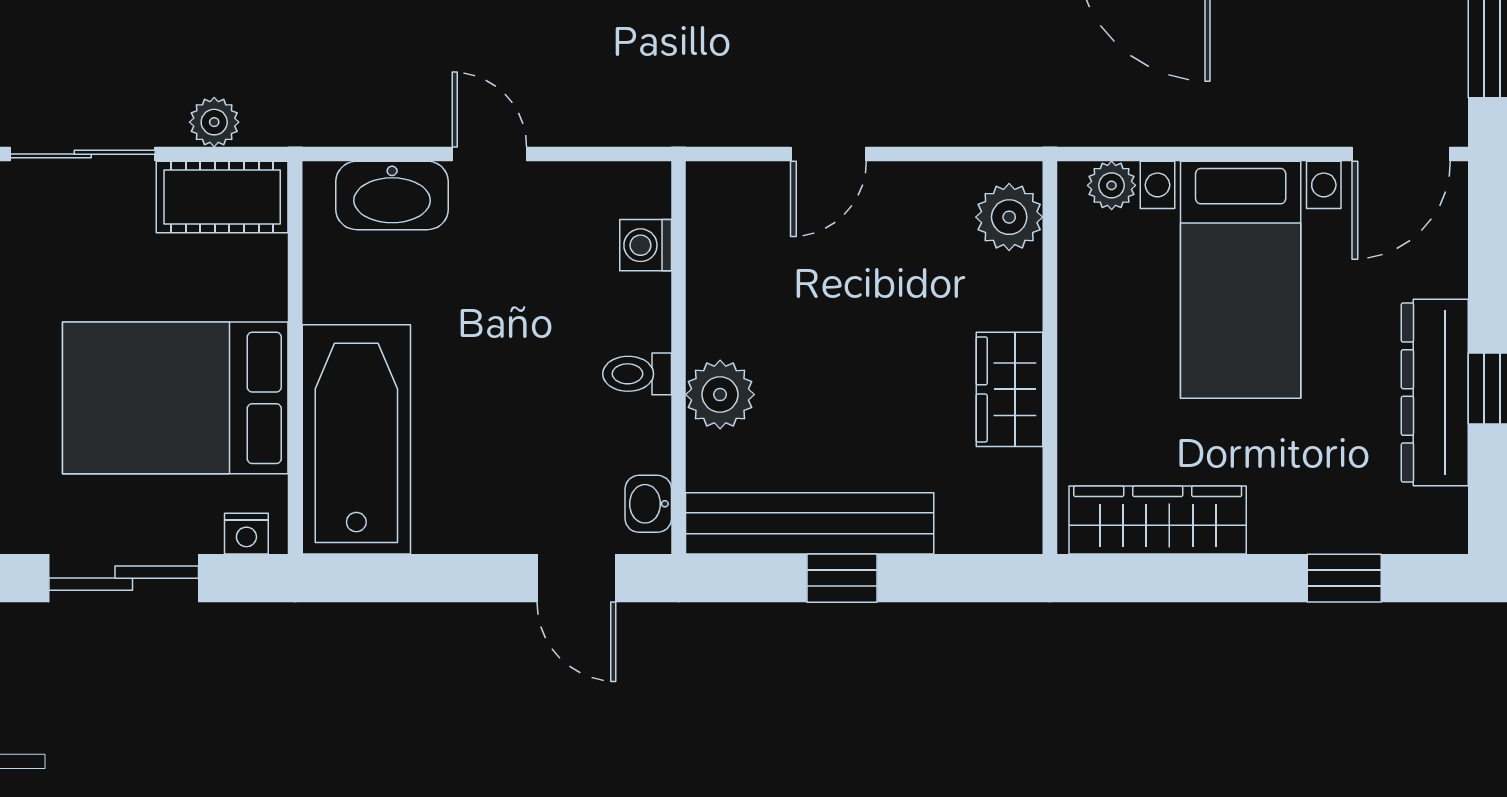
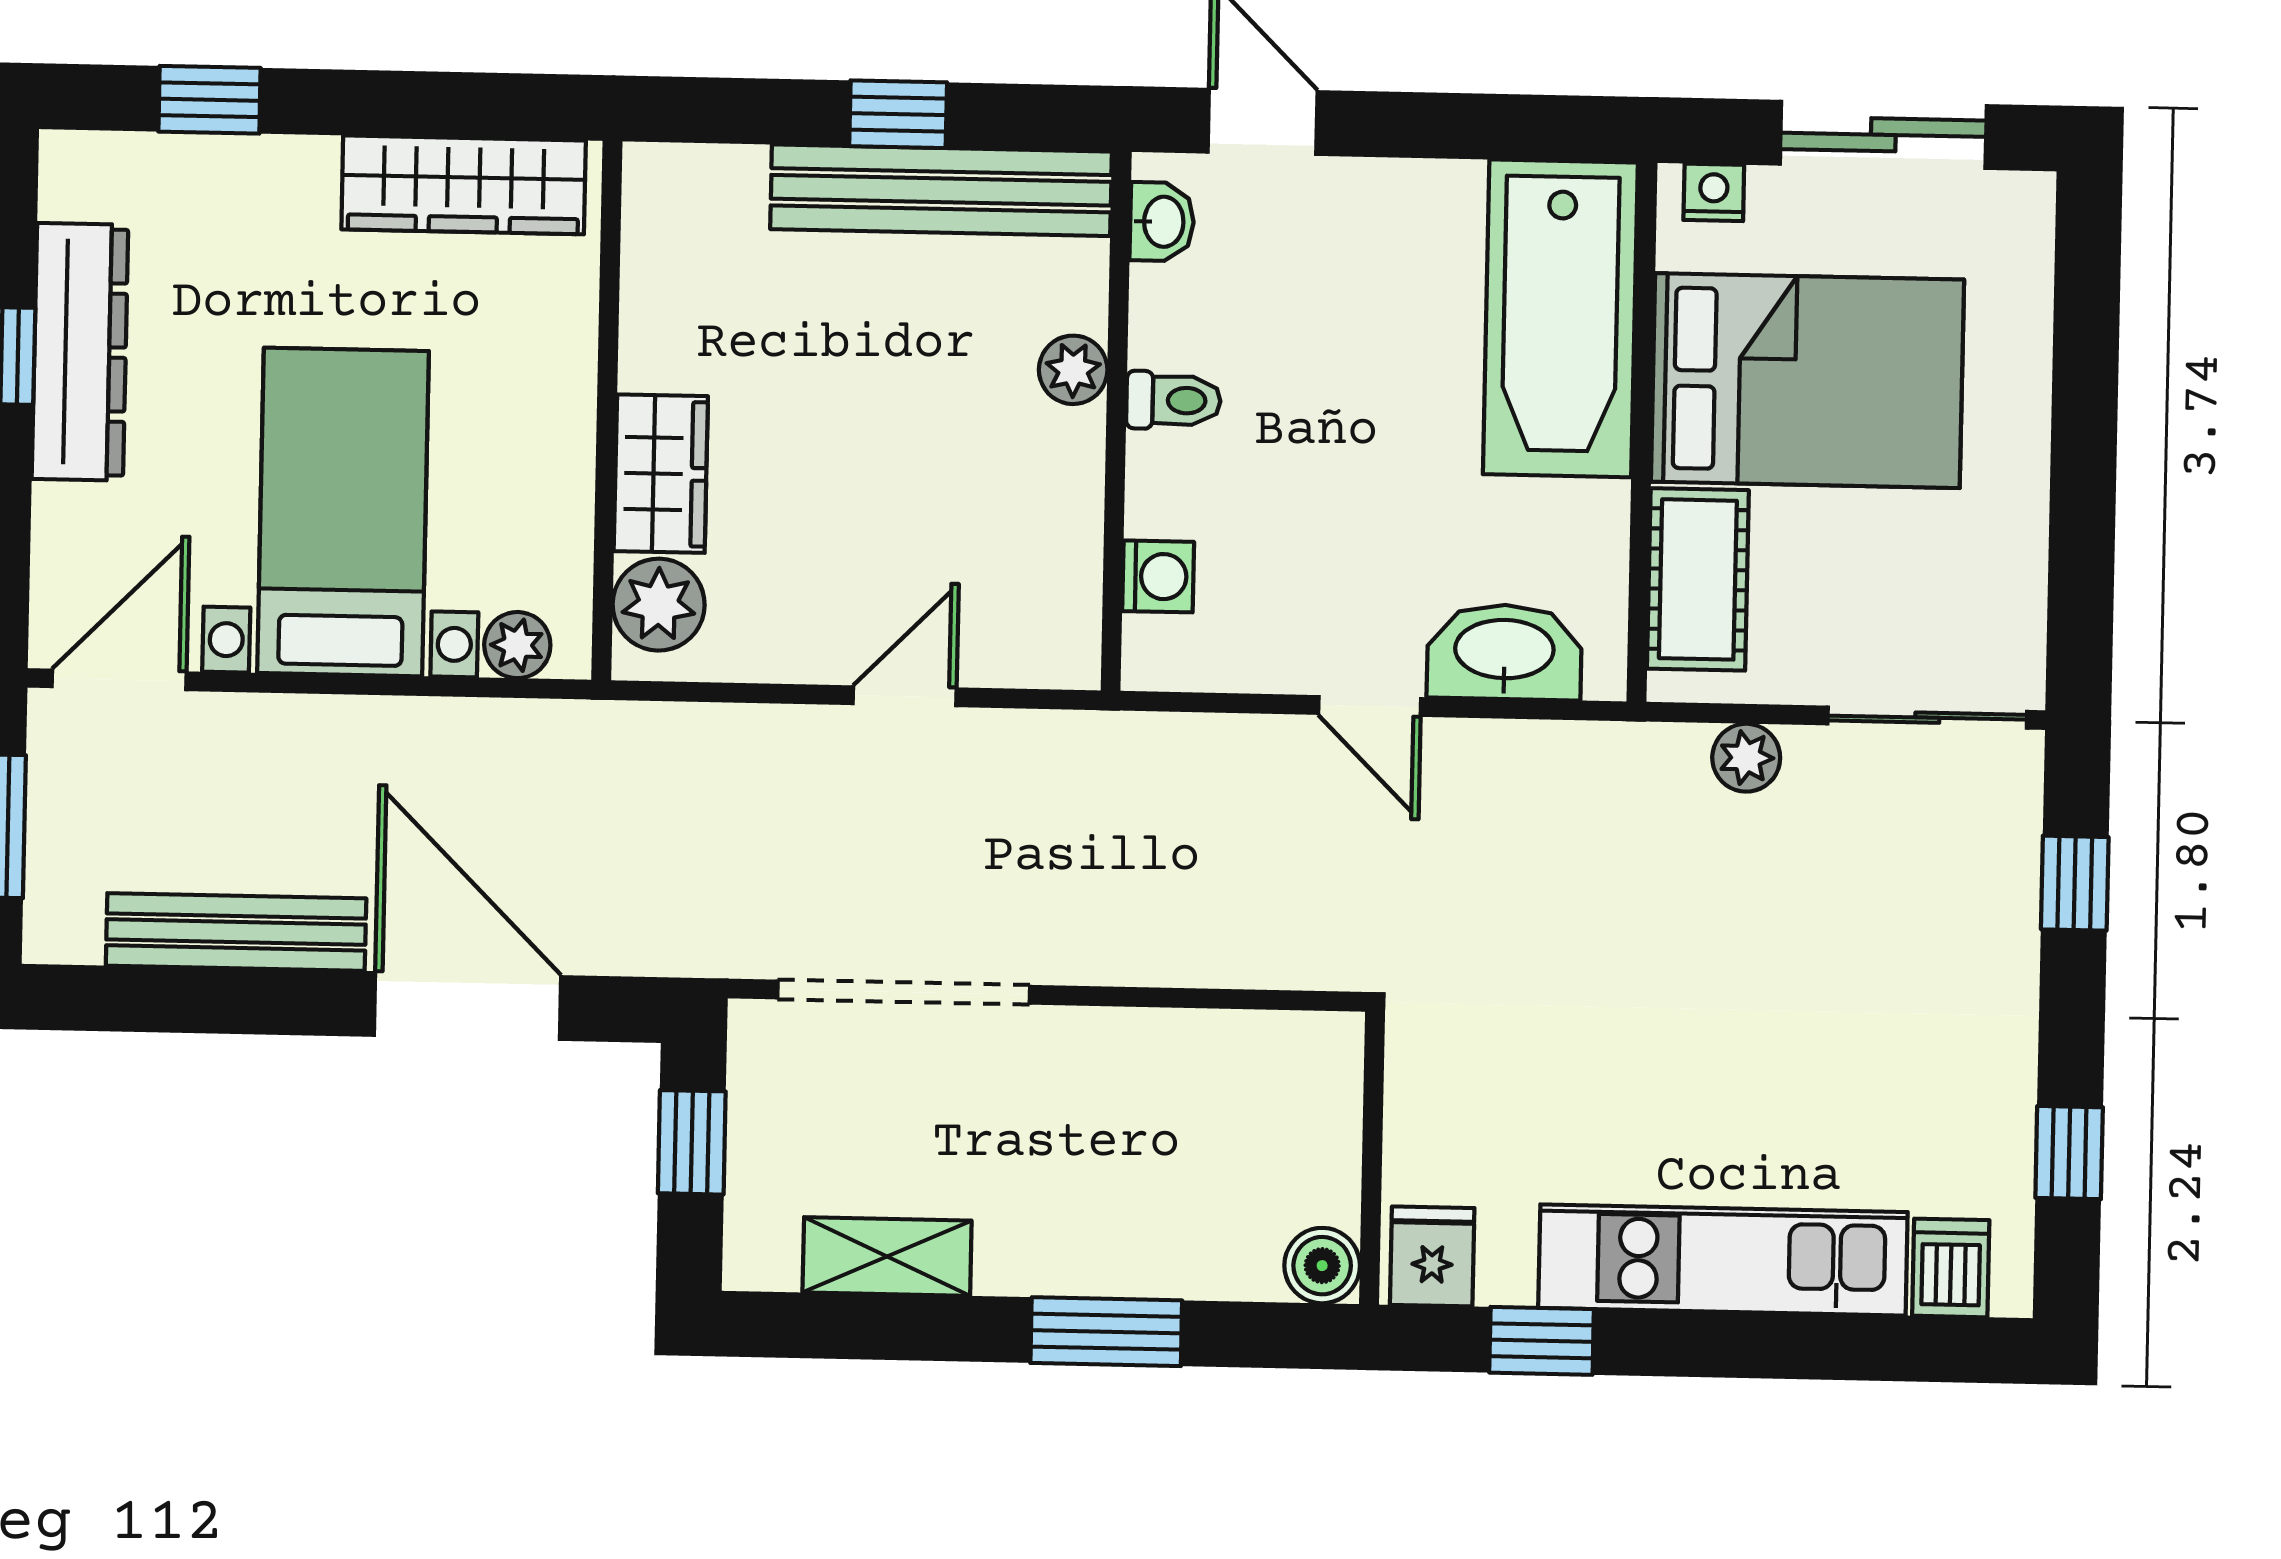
cot: (222, 197) -> (1698, 579), moved, turned 90
wardrobe: (1010, 389) -> (661, 474), moved
plant: (720, 395) -> (1073, 370), width x0.73, depth x0.73

